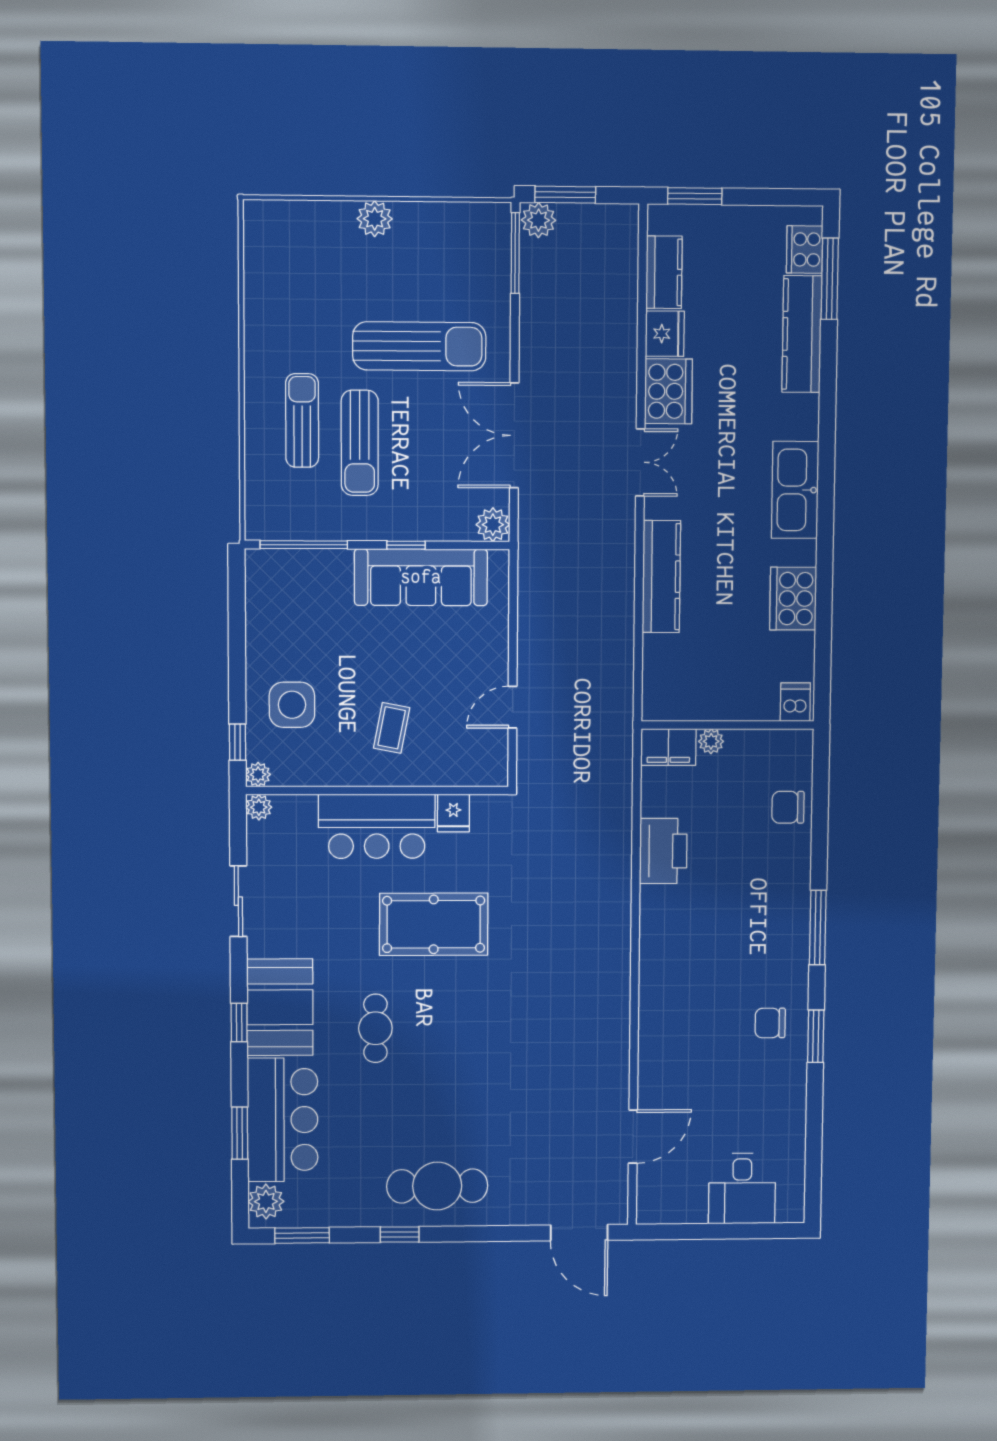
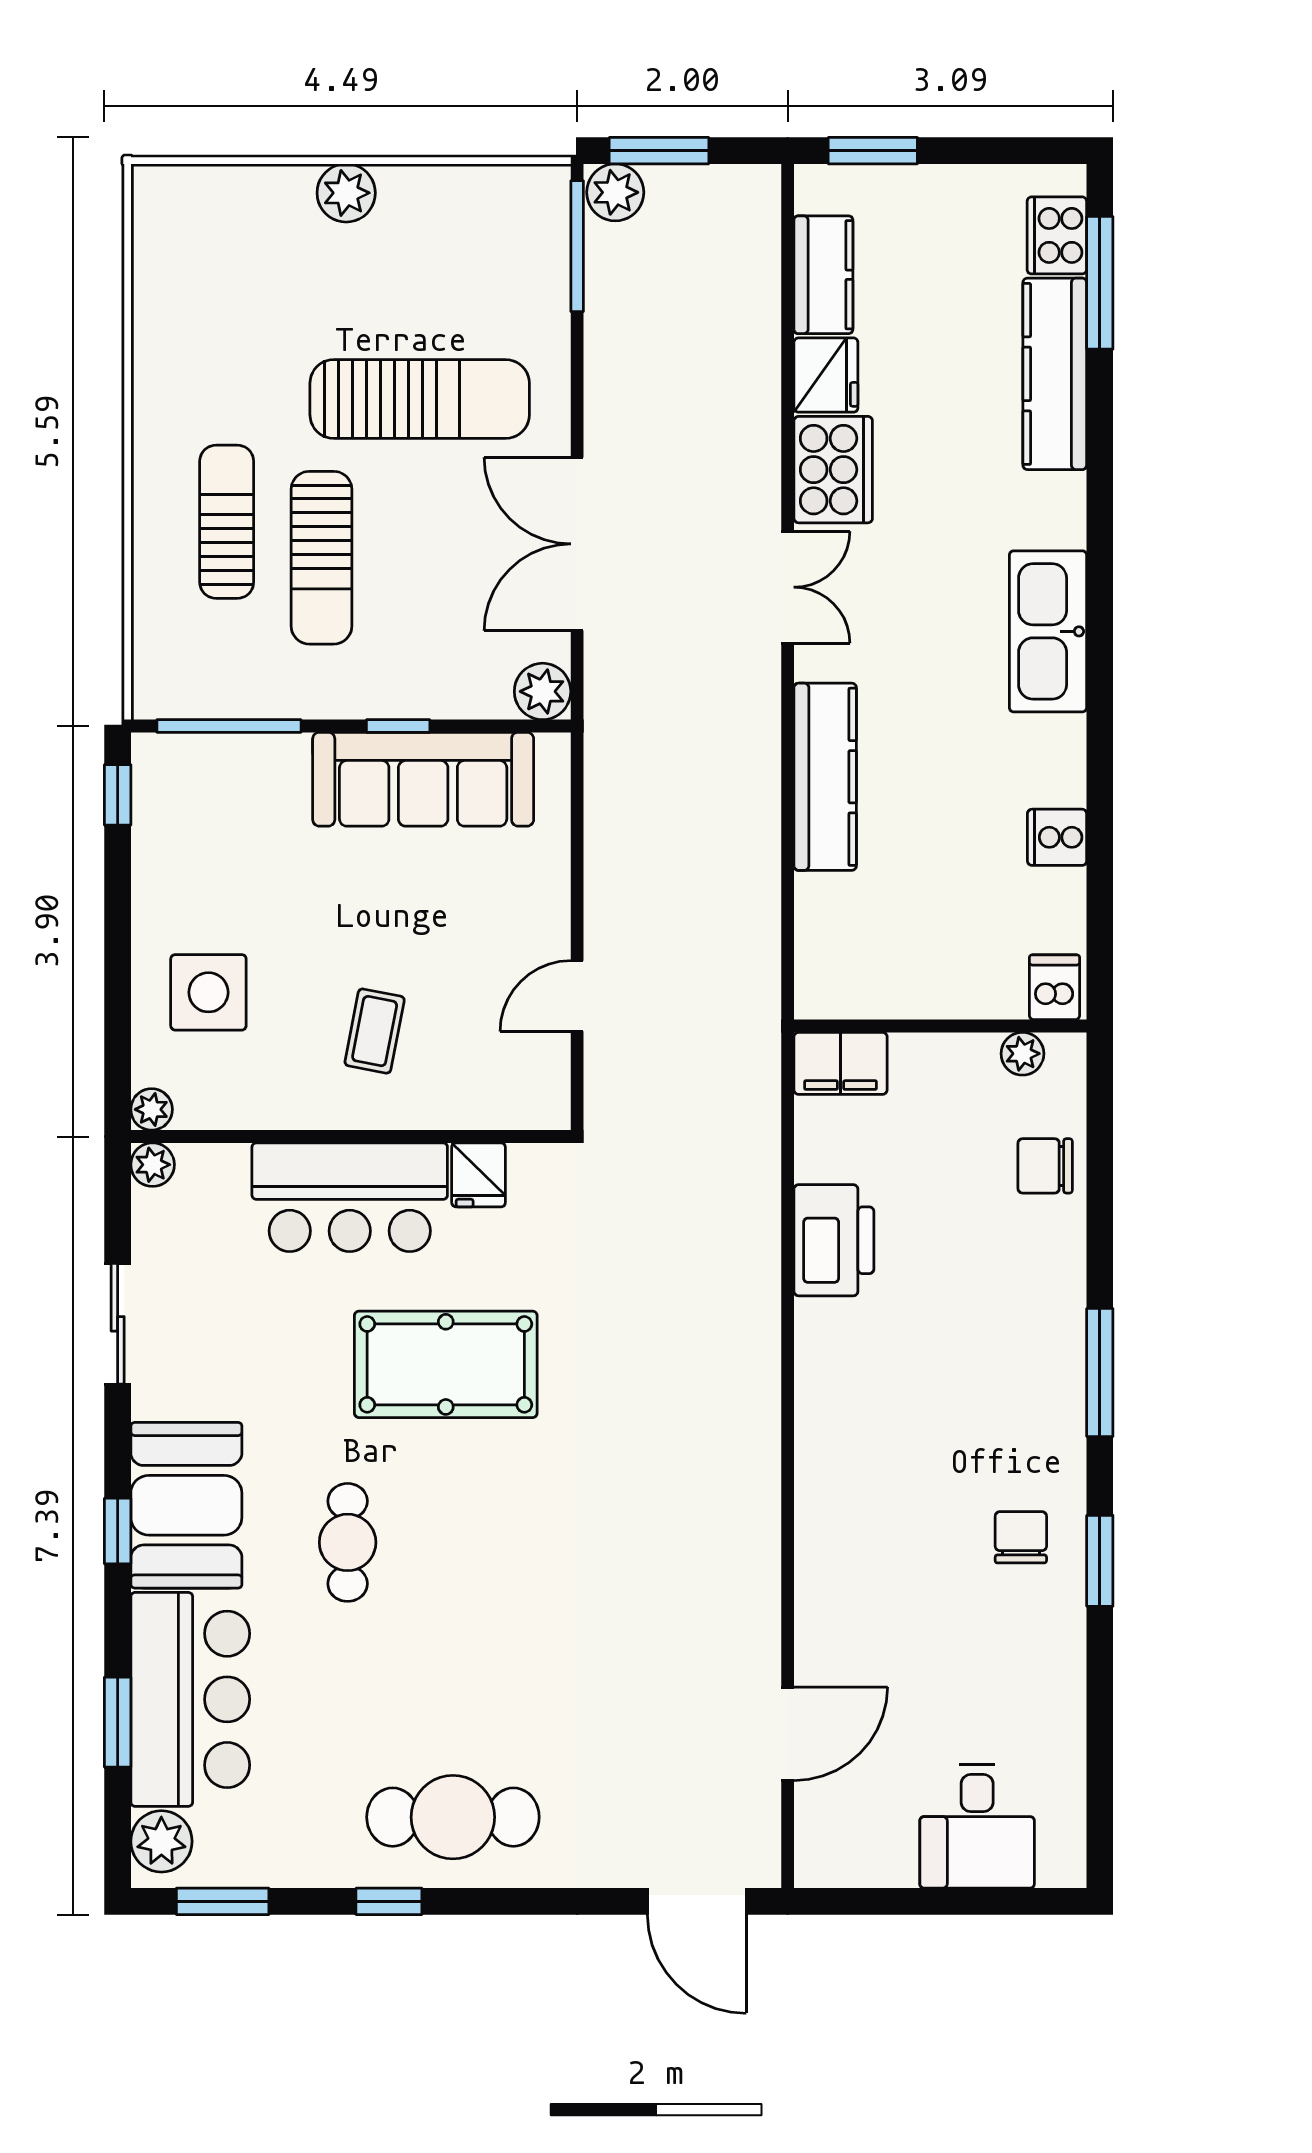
cooker: (793, 599) -> (1057, 837), width x0.53, depth x0.76
plant: (711, 741) -> (1022, 1054), moved
window: (237, 742) -> (118, 795), moved
chair: (770, 1023) -> (1021, 1537), turned 90

